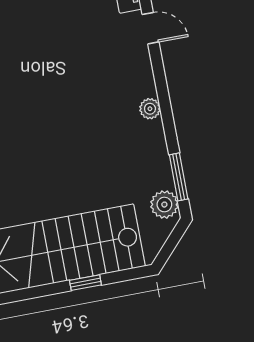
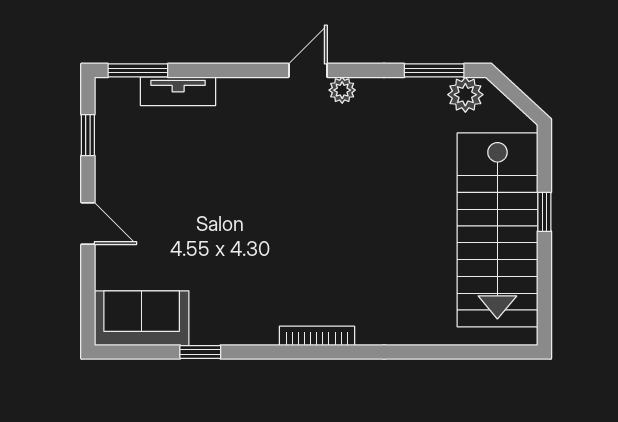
door: (151, 28) -> (308, 70), moved

